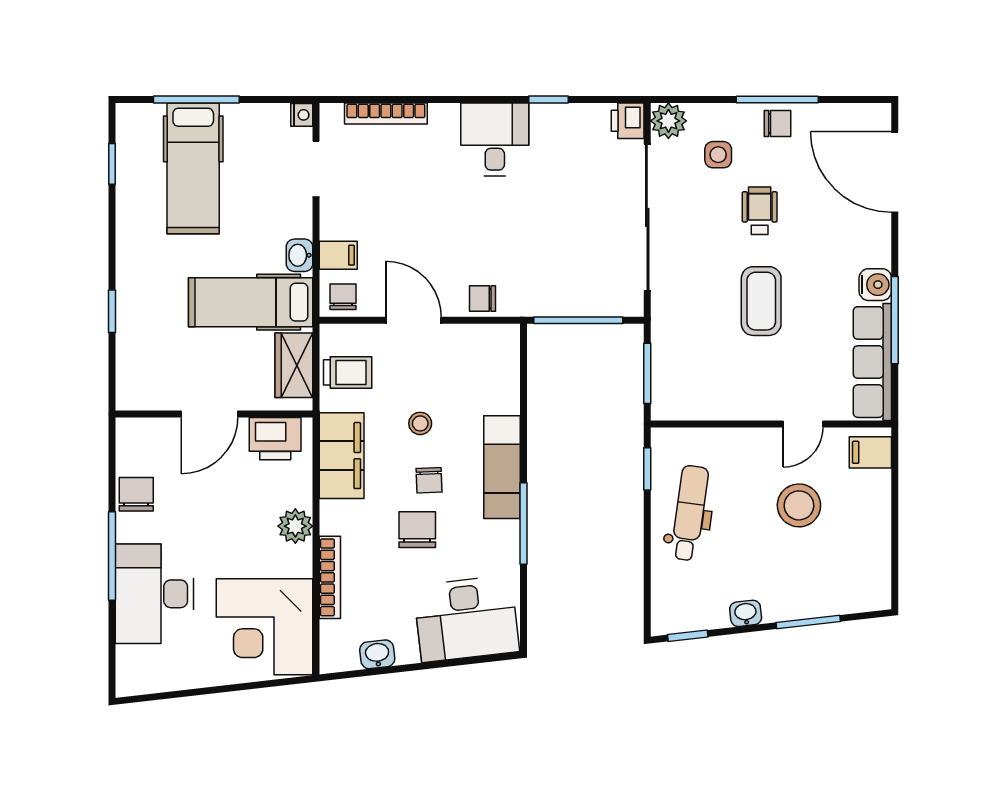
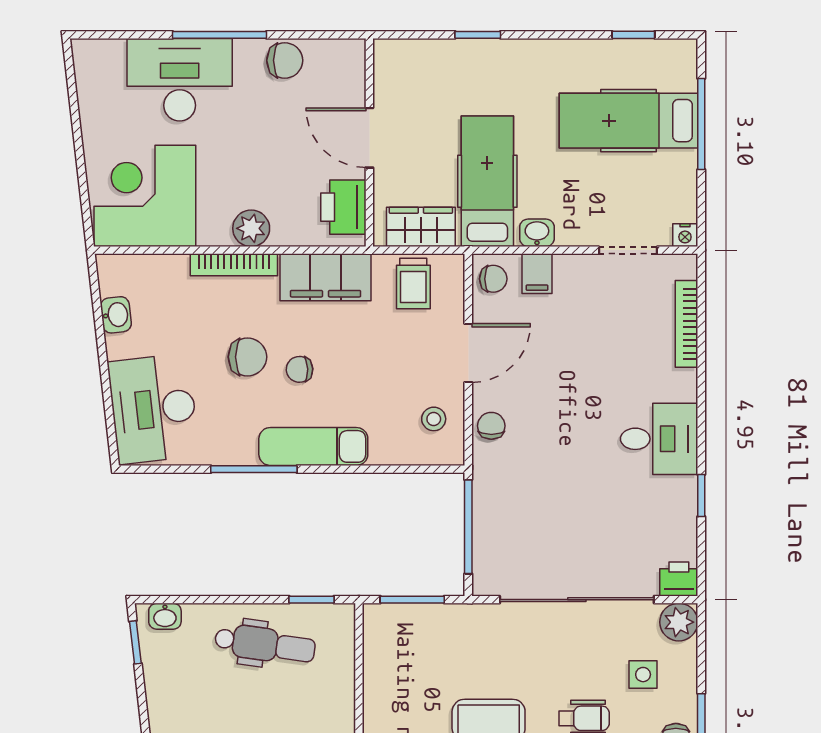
stool: (420, 423) -> (434, 419), moved
bookcase: (330, 577) -> (234, 265), moved
washbasin: (746, 613) -> (165, 616), moved, turned 97

